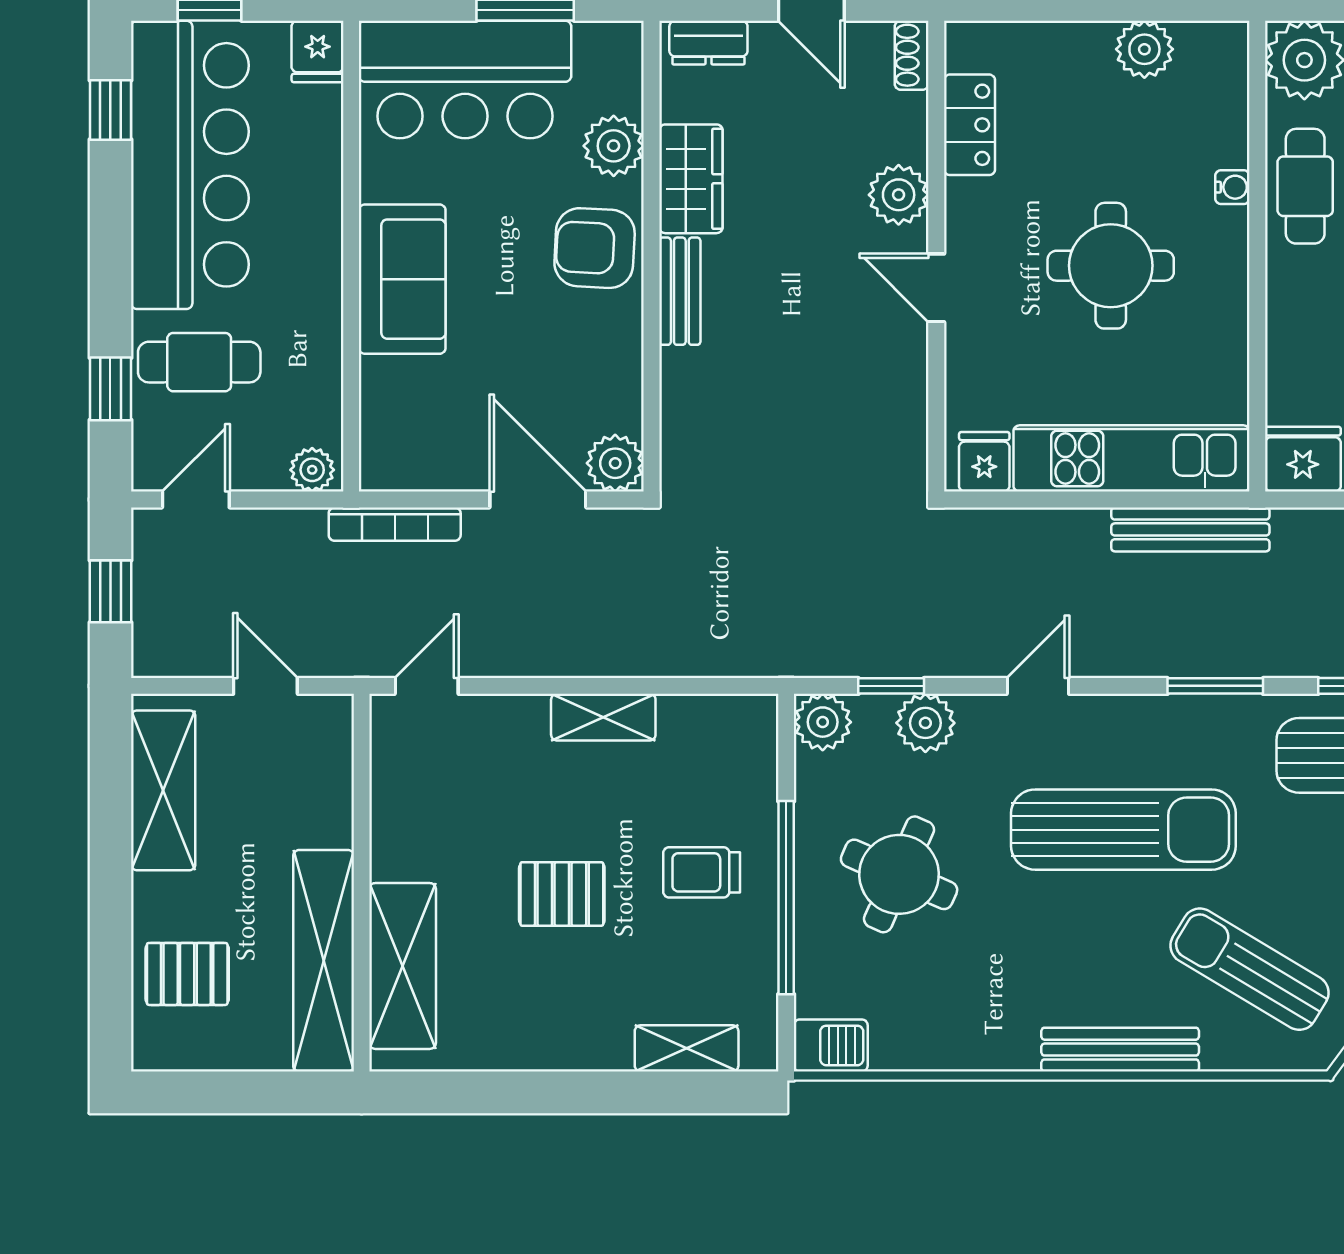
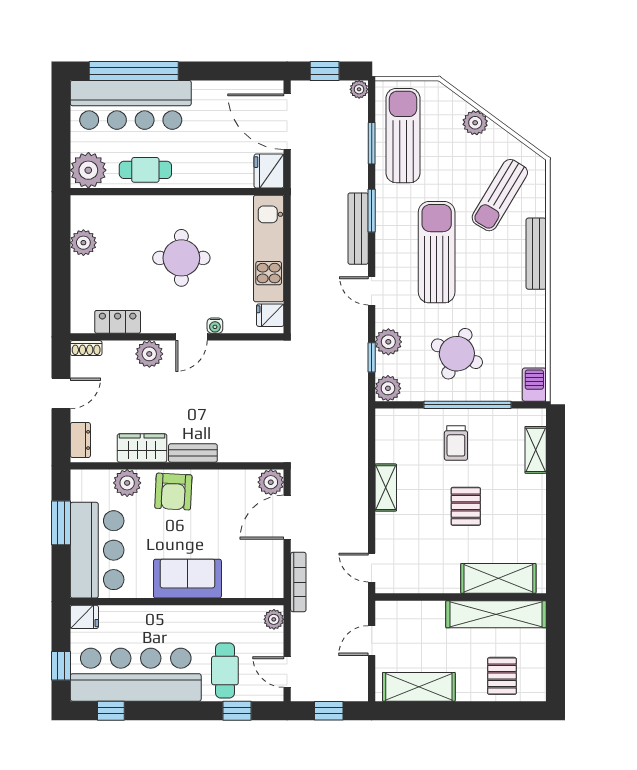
water cooler: (1232, 187) -> (215, 326), moved, turned 180
bench: (1190, 529) -> (358, 229), moved

